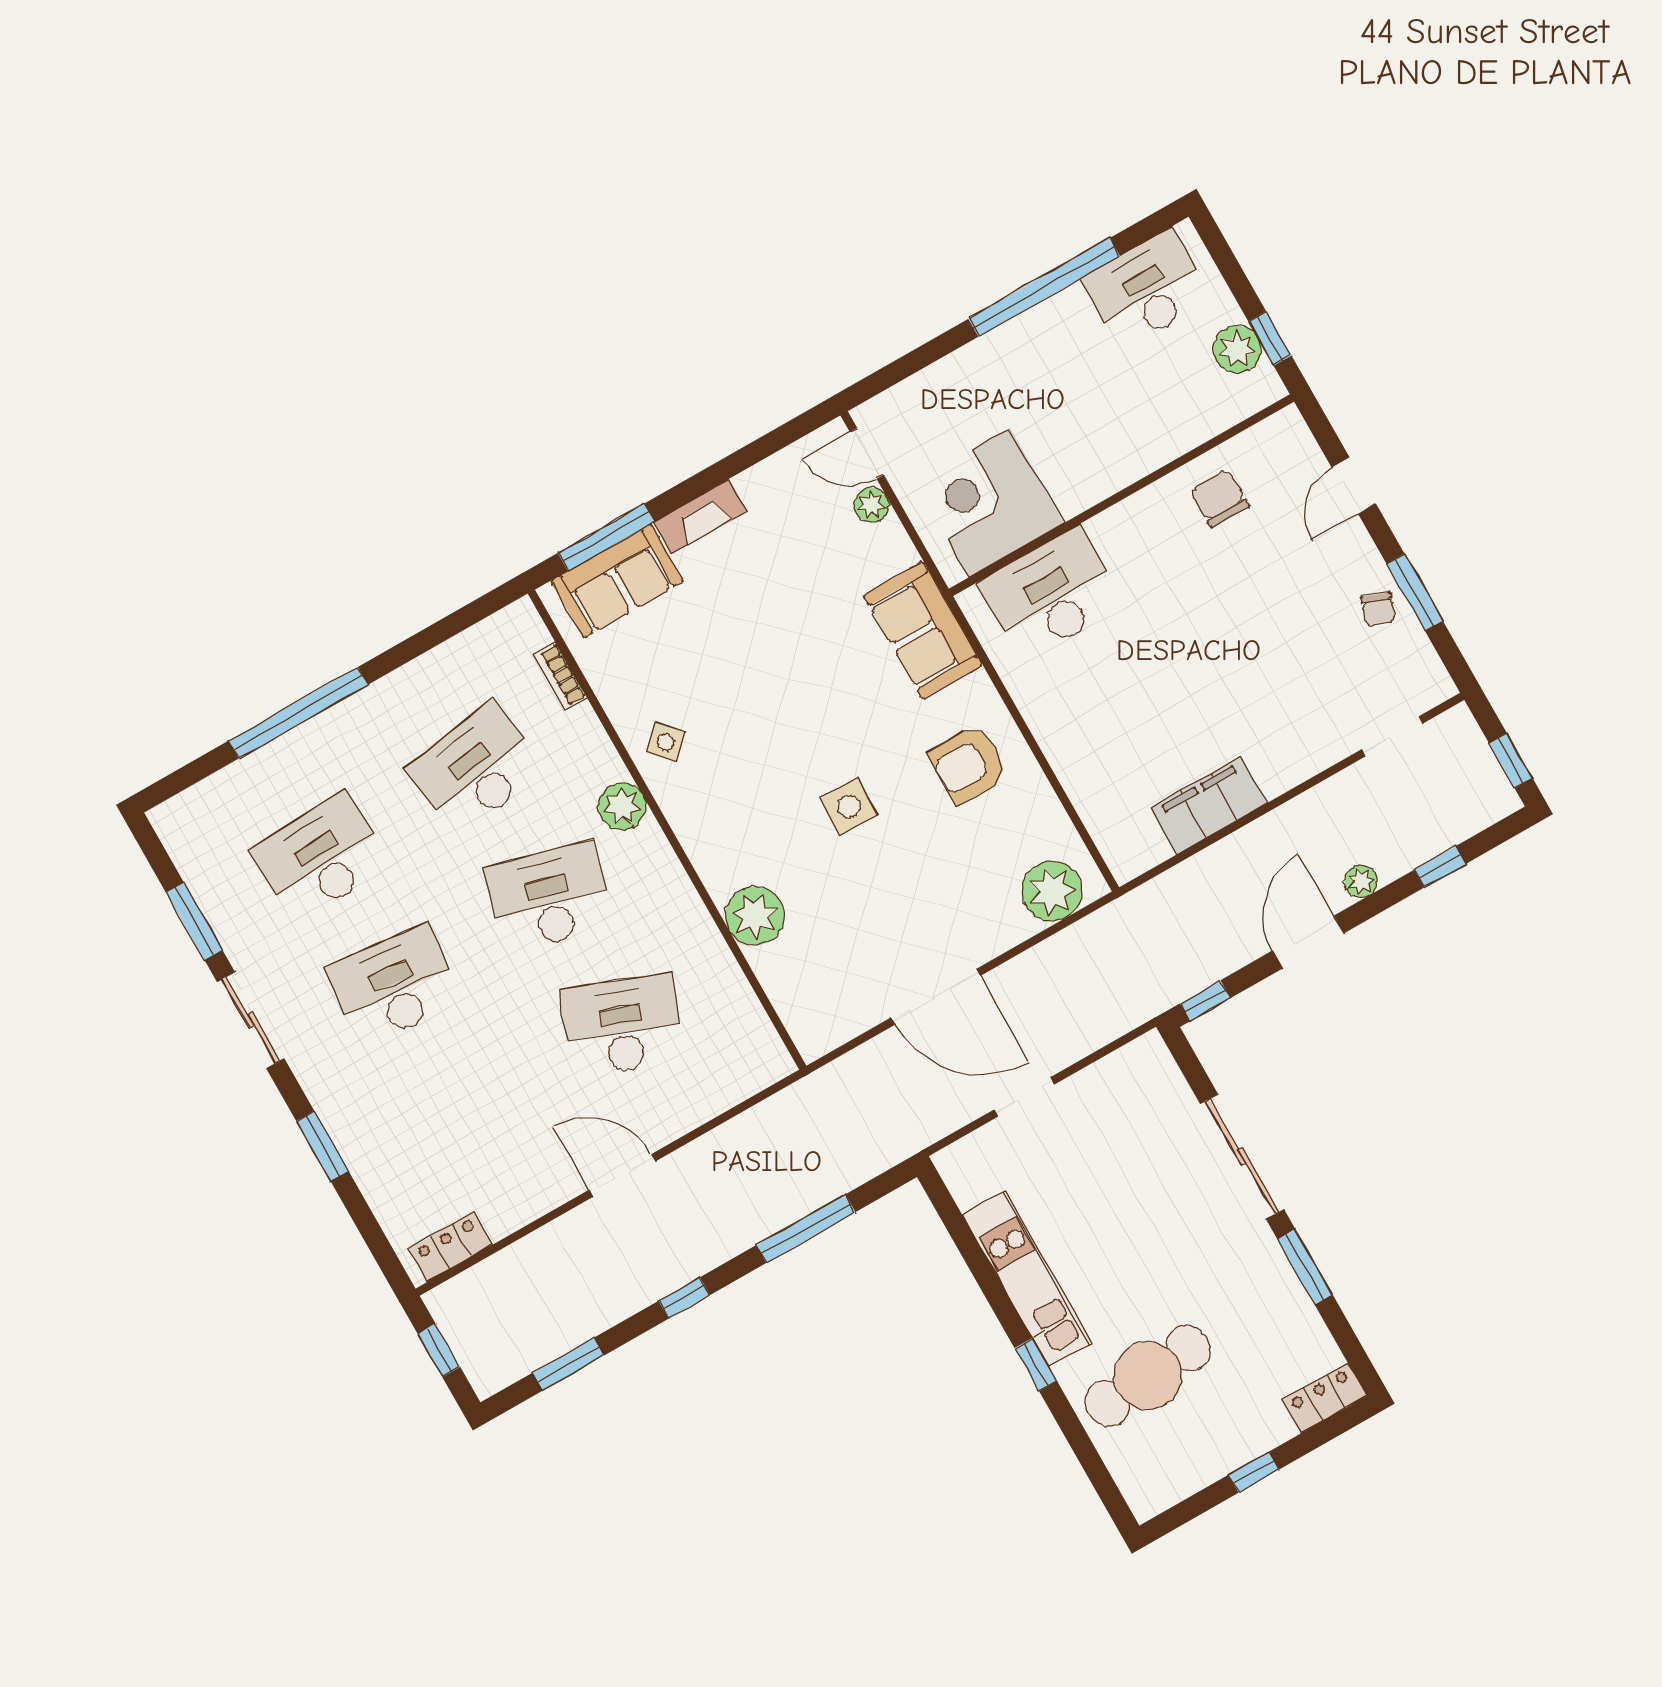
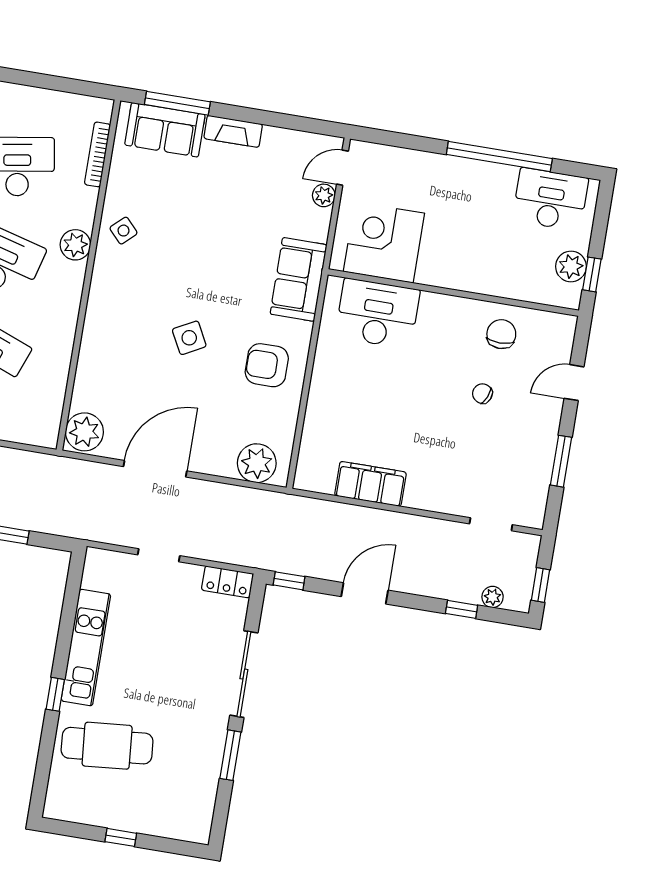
door: (867, 453) -> (342, 168), hinge flipped
chair: (1378, 609) -> (482, 394), moved, turned 92
bookcase: (560, 676) -> (97, 154), width x1.56
side table: (849, 807) -> (189, 338), turned -30
plant: (1361, 881) -> (493, 597), moved
plant: (755, 916) -> (84, 432), moved
door: (936, 997) -> (155, 469), swing flipped
locker: (1324, 1398) -> (227, 582), moved, turned 180

